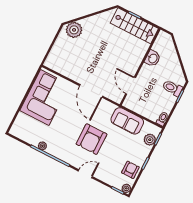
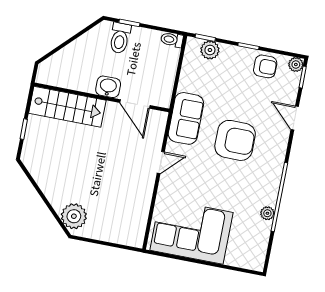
stairs: (134, 26) -> (67, 107), moved, turned 90
washbasin: (153, 58) -> (108, 87), moved
door: (131, 86) -> (135, 104), hinge flipped
door: (91, 91) -> (161, 162), width x0.53
sofa: (127, 121) -> (186, 118), moved
armchair: (130, 170) -> (265, 66), turned 180
door: (85, 174) -> (295, 118), moved

